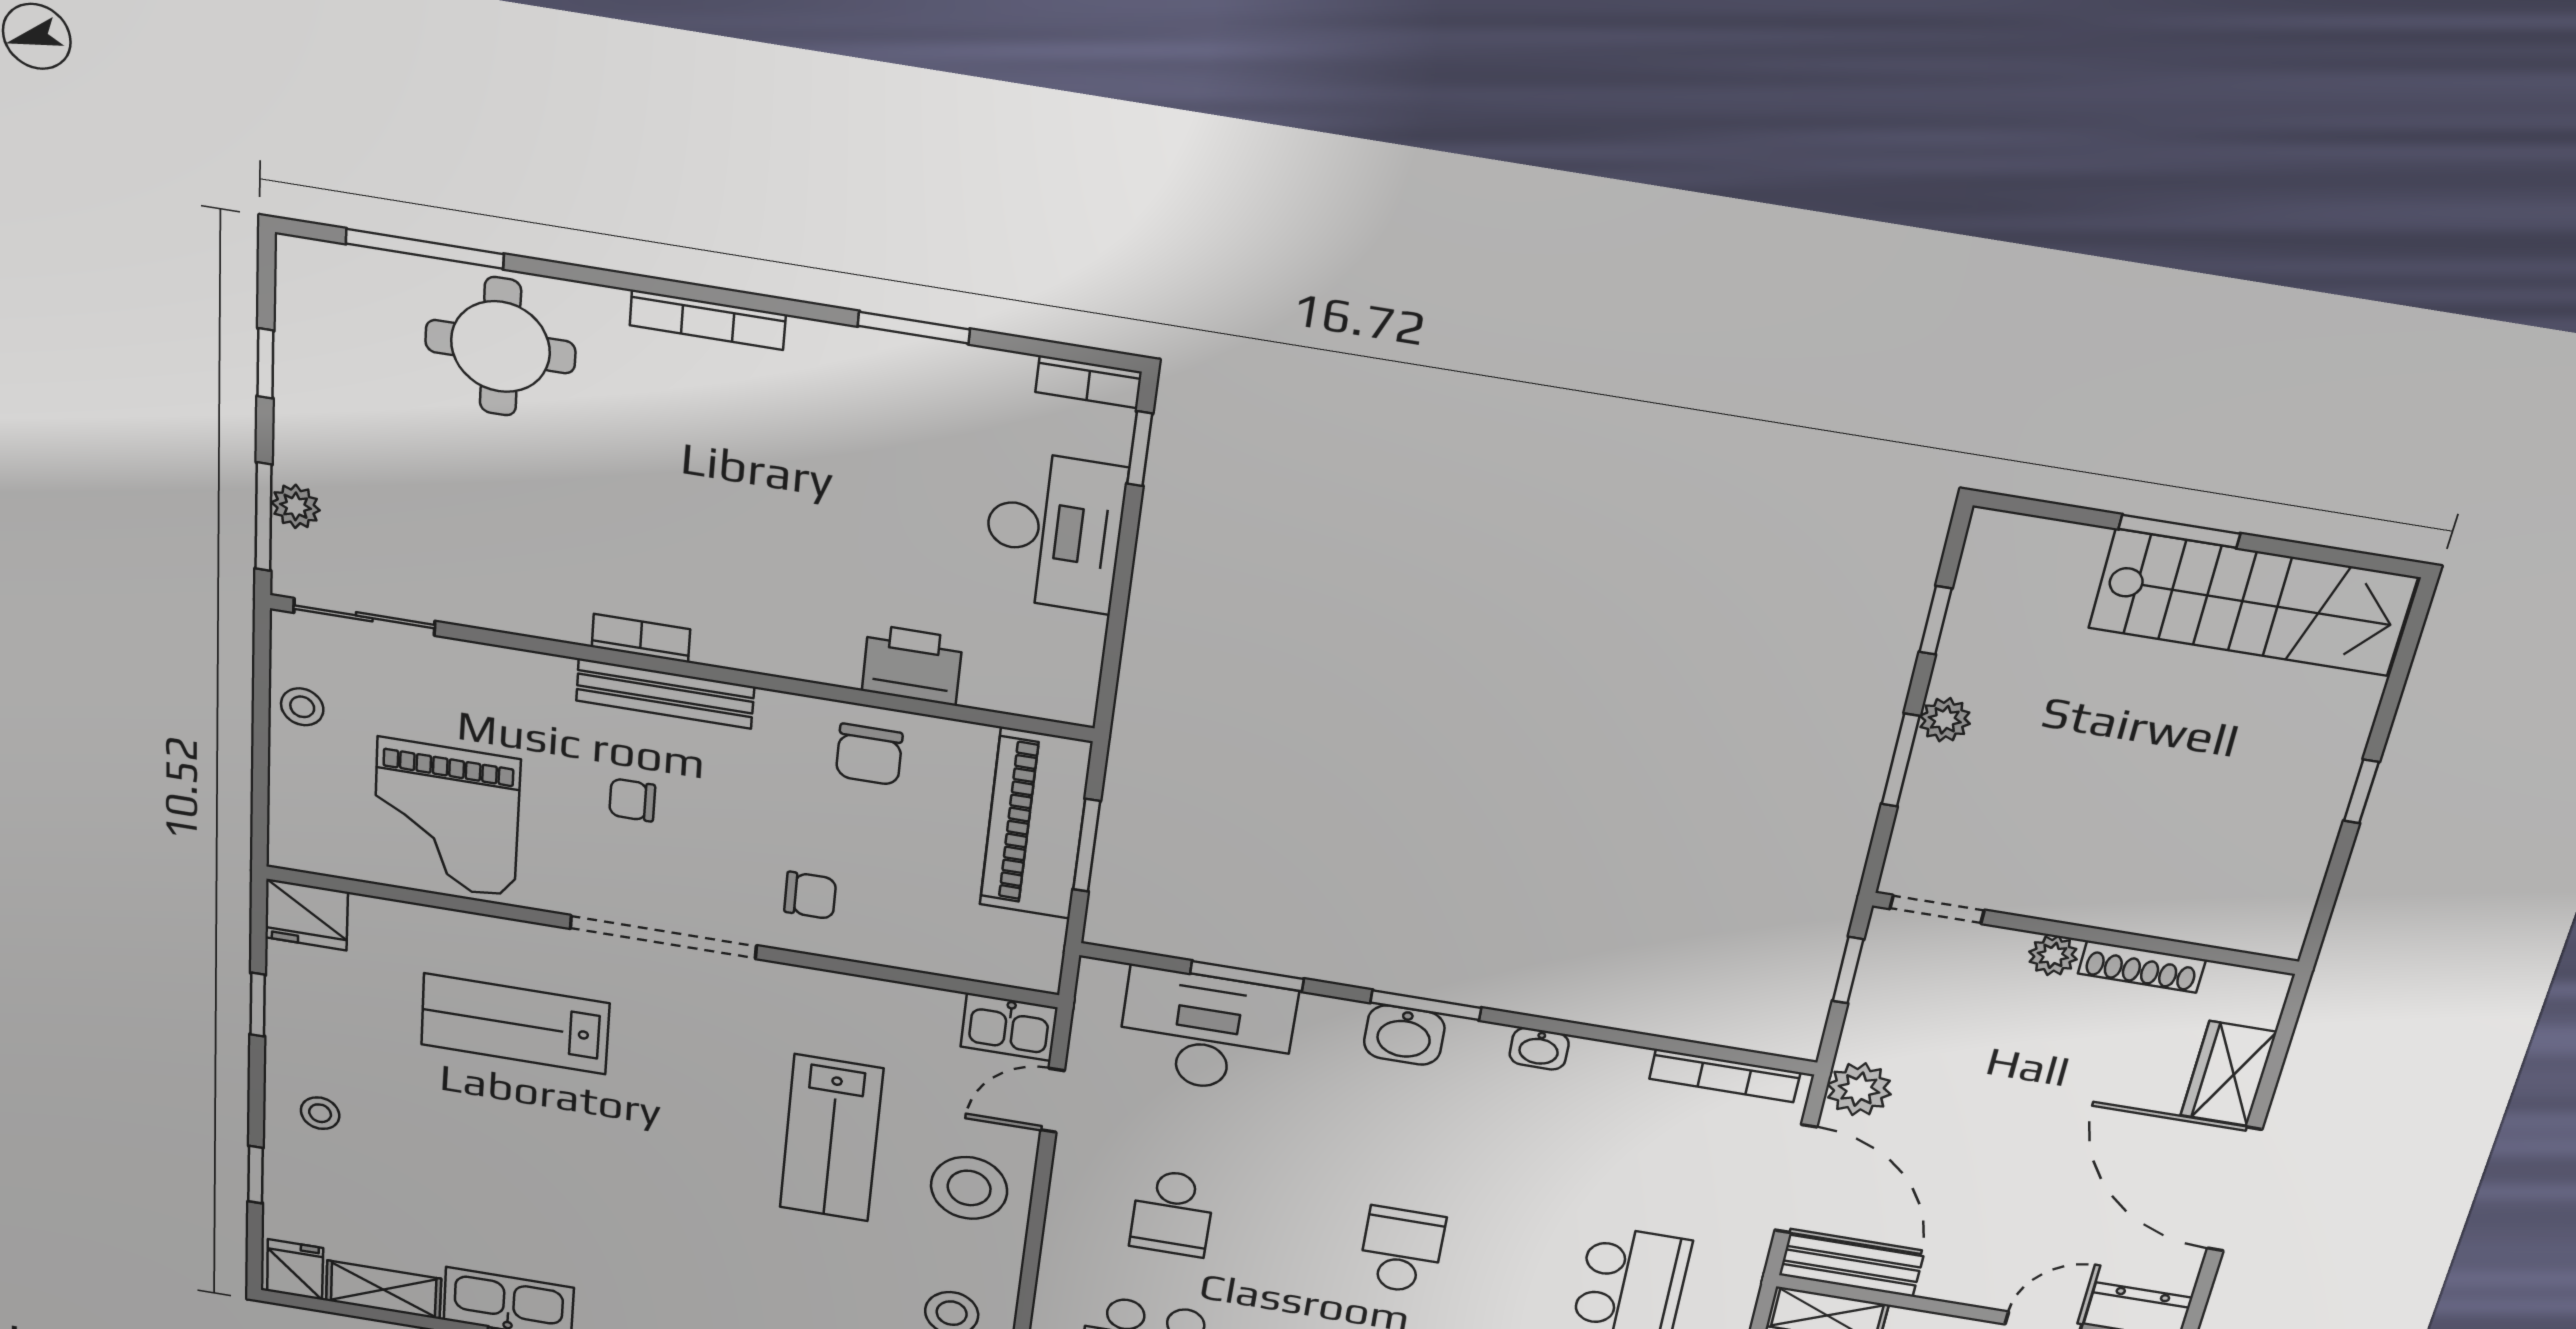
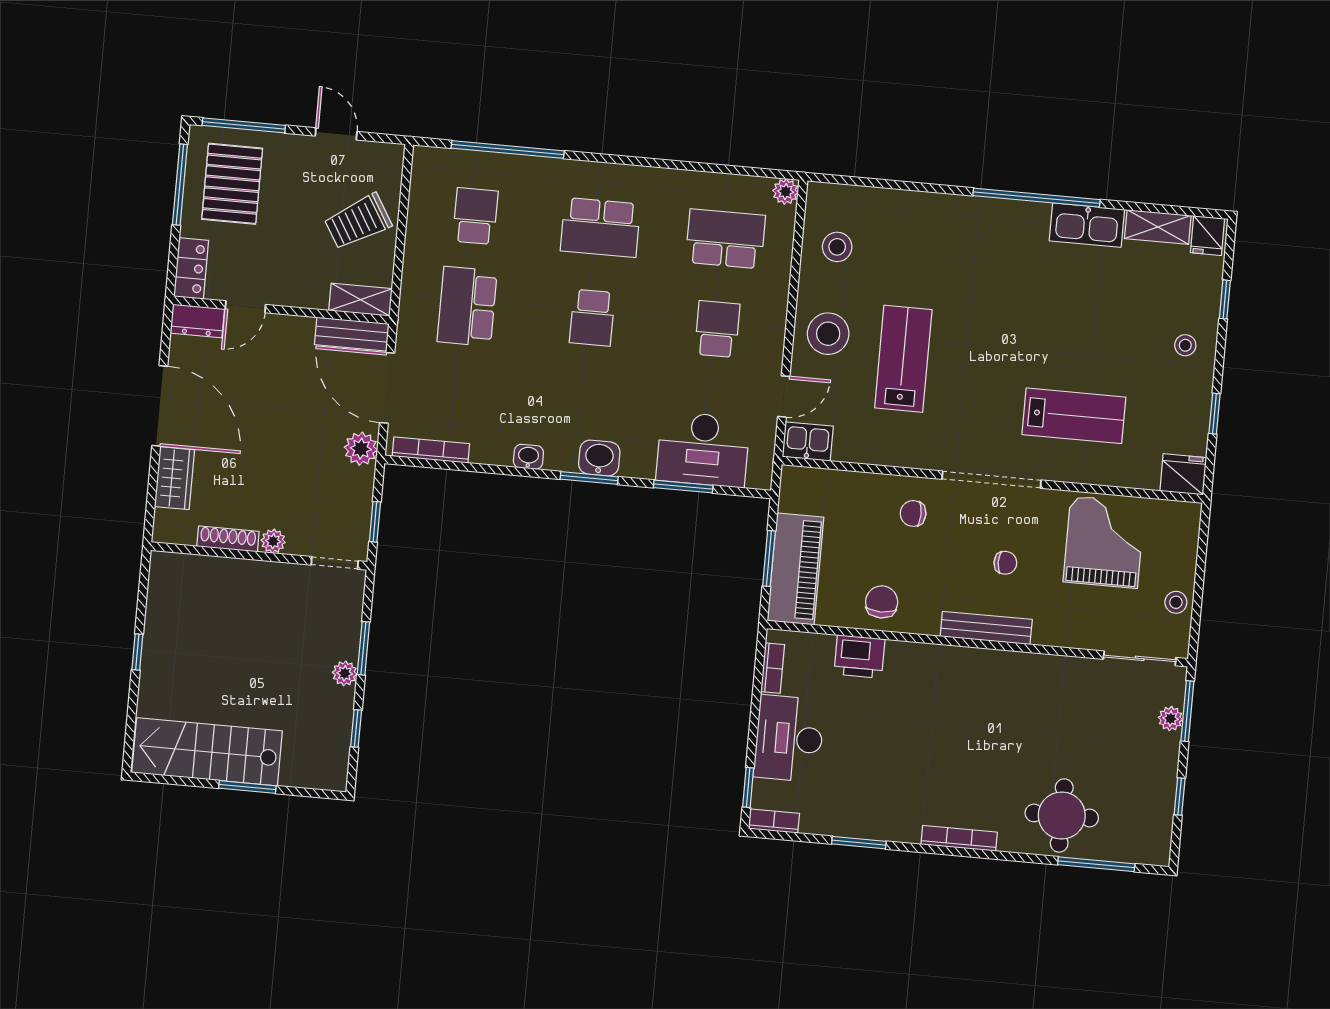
bookcase: (641, 638) -> (773, 668), moved, turned -90

